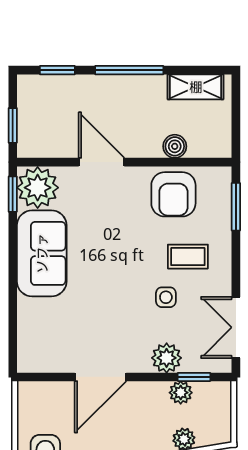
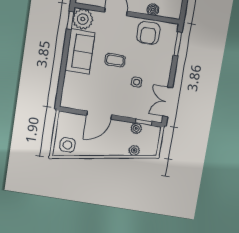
coffee table: (188, 257) -> (115, 60), moved
plant: (167, 358) -> (132, 111), removed

